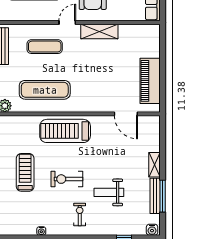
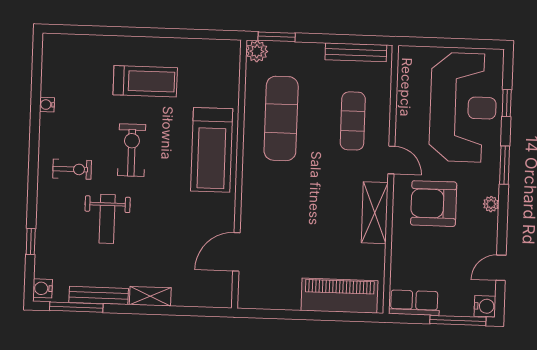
piano: (150, 81) -> (339, 296), moved
treadmill: (65, 131) -> (212, 150), turned 180
weight bench: (109, 192) -> (107, 219), turned 180
window: (163, 196) -> (76, 307), moved

